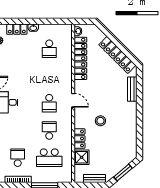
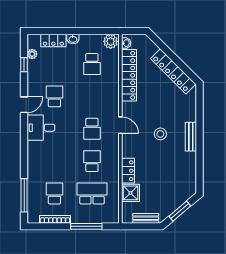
plant: (65, 30) -> (111, 41), added
school desk: (18, 76) -> (54, 96), added
bench: (132, 89) -> (191, 137), moved
stool: (100, 121) -> (160, 134), moved
school desk: (49, 158) -> (92, 194), turned 180

